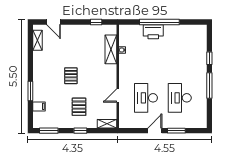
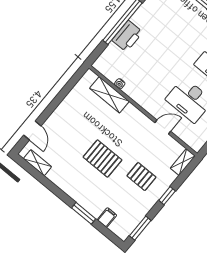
door: (54, 22) -> (32, 131), hinge flipped
window: (96, 22) -> (69, 87), removed
pallet: (71, 76) -> (103, 159), width x1.50, depth x1.42
door: (118, 95) -> (163, 127), swing flipped

